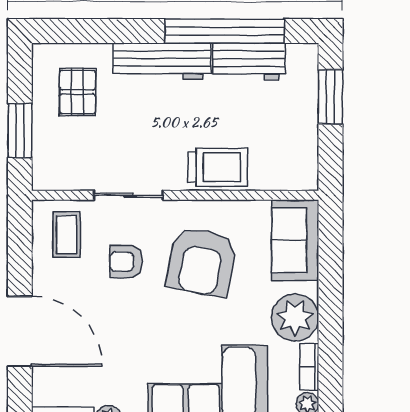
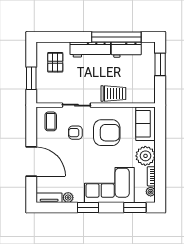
armchair: (202, 262) -> (107, 133), turned -101

